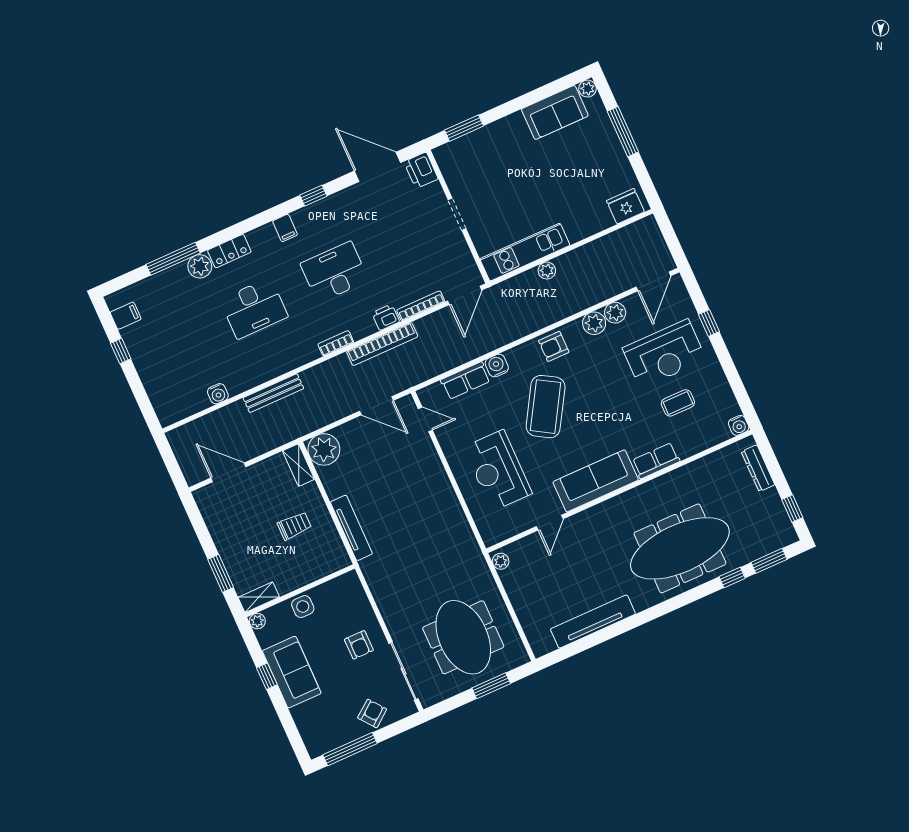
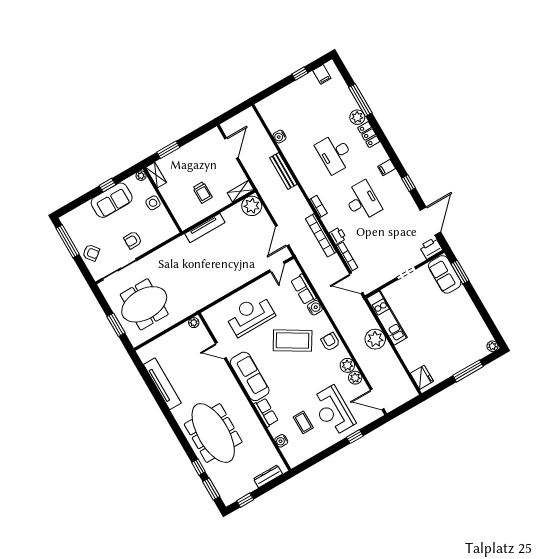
sofa: (555, 112) -> (445, 274), moved
plant: (547, 271) -> (375, 339), width x1.88, depth x1.88
water cooler: (739, 425) -> (281, 441), moved

